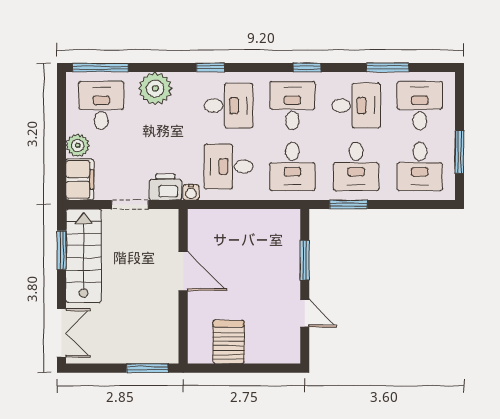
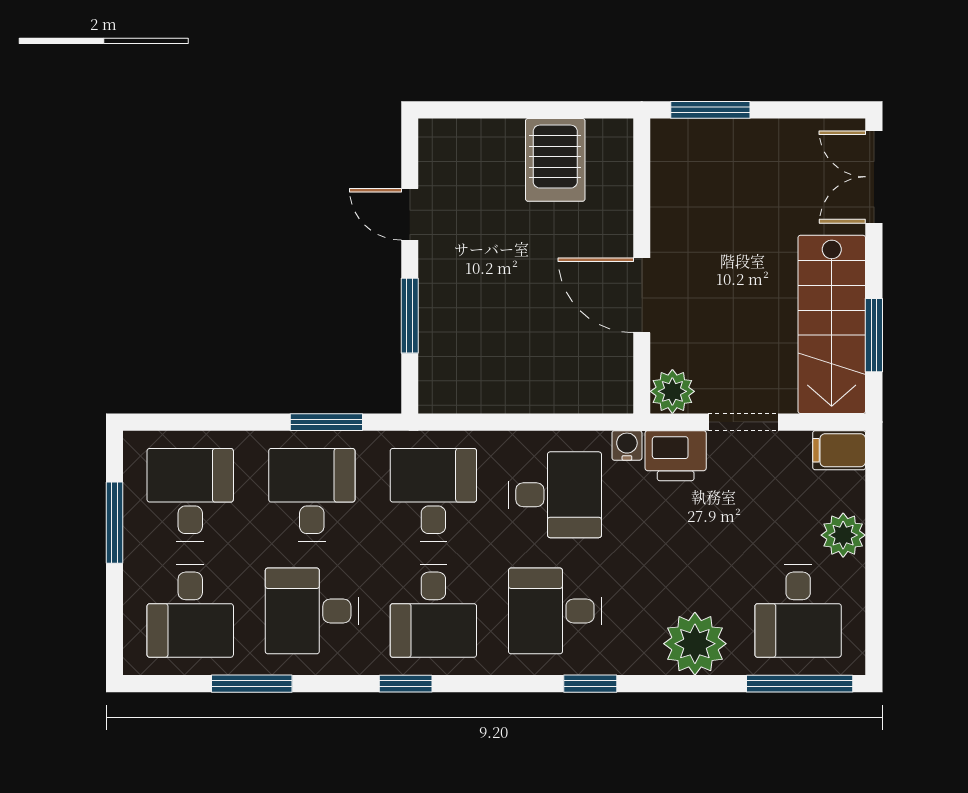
filing cabinet: (80, 179) -> (839, 450), width x0.50
plant: (167, 221) -> (672, 391), added

